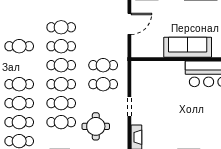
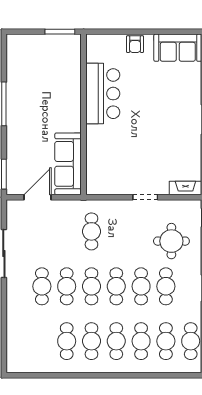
door: (129, 24) -> (37, 197), hinge flipped
sofa: (188, 47) -> (68, 164), moved
cafe table: (103, 84) -> (91, 341), moved

